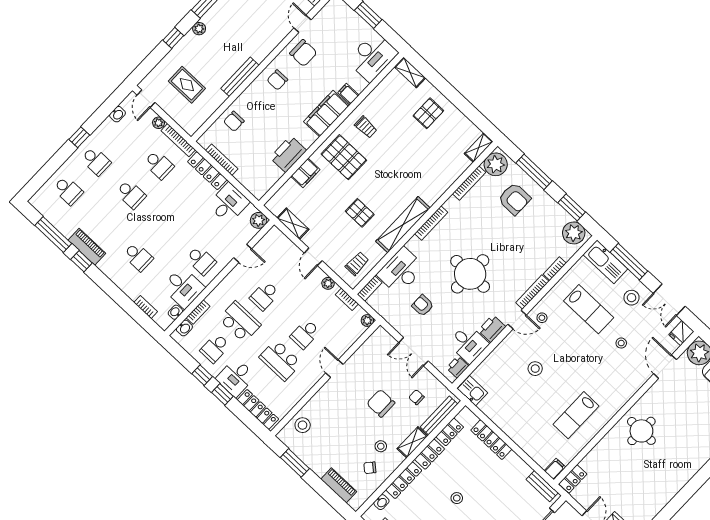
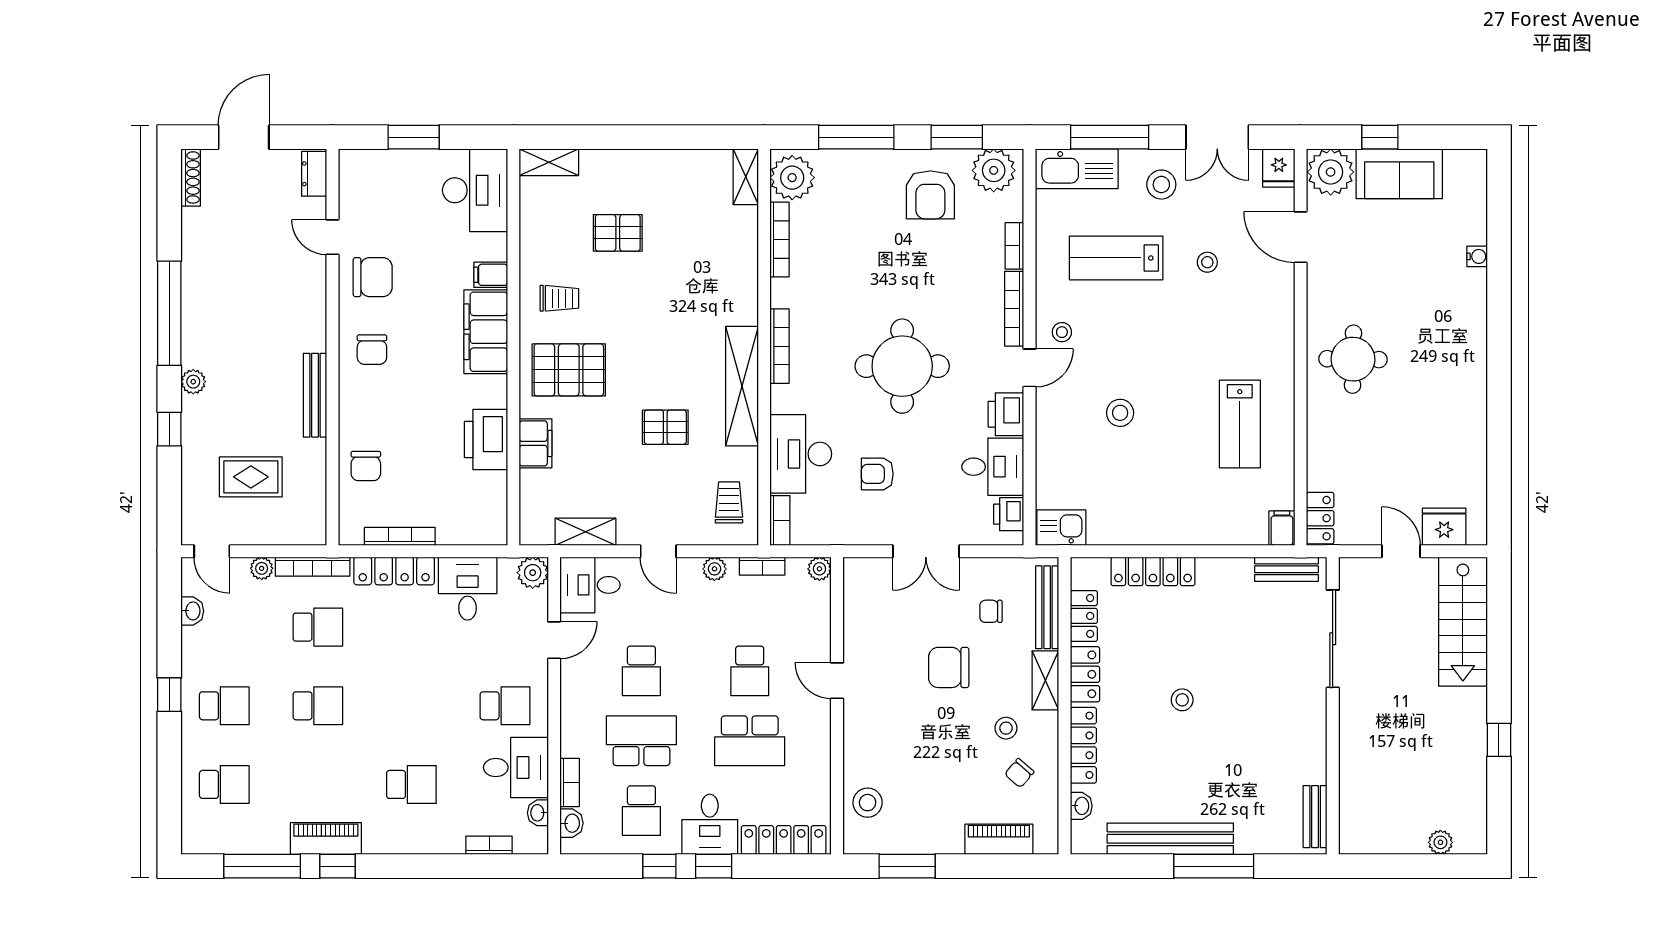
pallet: (428, 113) -> (618, 233), moved, turned 90
armchair: (514, 199) -> (930, 195), moved, turned 90
desk: (276, 245) -> (590, 585), added
lab bench: (589, 309) -> (1116, 258), turned 180

